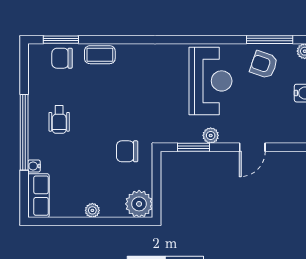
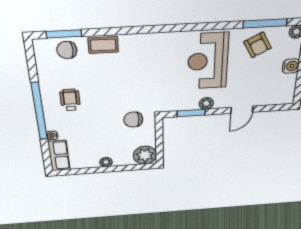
armchair: (264, 65) -> (258, 45), turned -137
reception desk: (211, 81) -> (208, 61), turned 180
wheelchair: (59, 120) -> (70, 100), turned 180

